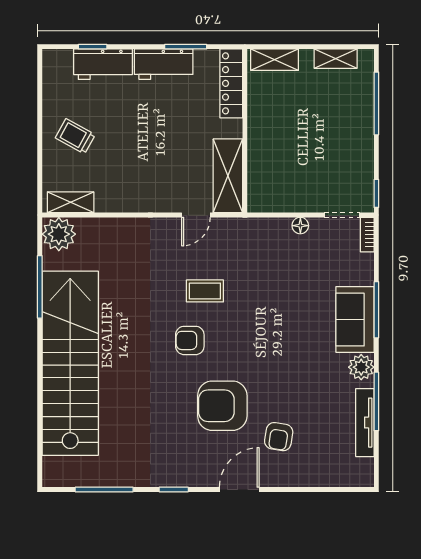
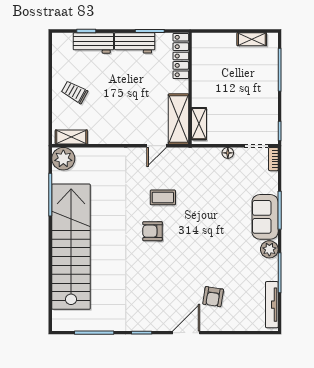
shelving: (275, 60) -> (199, 124), moved, turned 90
armchair: (222, 406) -> (175, 276), removed
tv unit: (365, 423) -> (272, 305), moved

